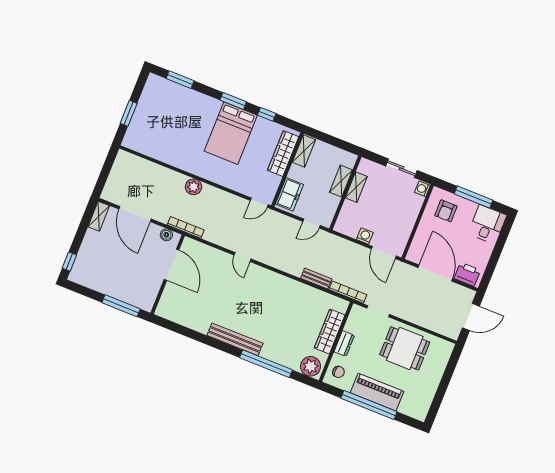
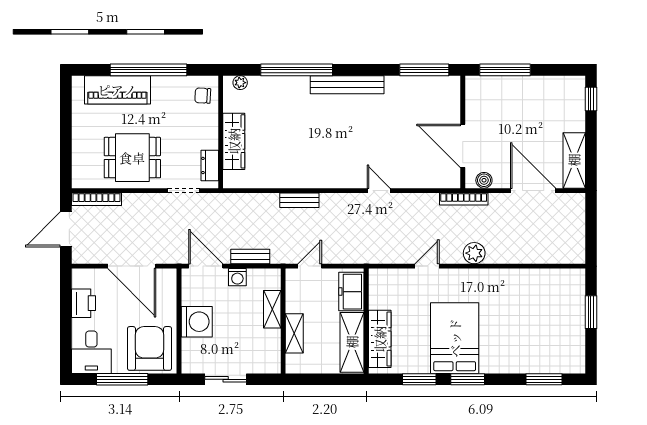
window: (267, 114) -> (419, 379), width x1.50
shelving: (304, 151) -> (352, 342), width x1.50, depth x1.33
shelving: (356, 187) -> (272, 309), moved
washing machine: (422, 189) -> (197, 322), moved, width x1.89, depth x1.89
door: (259, 203) -> (427, 266), moved
armchair: (446, 211) -> (149, 348), width x1.88, depth x1.88
shelving: (99, 216) -> (574, 160), width x1.50, depth x1.33
bench: (350, 247) -> (250, 257), added
printer: (467, 274) -> (84, 303), moved, turned -90
bench: (316, 279) -> (299, 200), moved
bookcase: (348, 292) -> (96, 199), moved
window: (177, 328) -> (424, 70), added
dresser: (344, 344) -> (210, 165), moved
plant: (311, 366) -> (240, 83), width x0.53, depth x0.53
piano: (377, 392) -> (117, 90), moved

